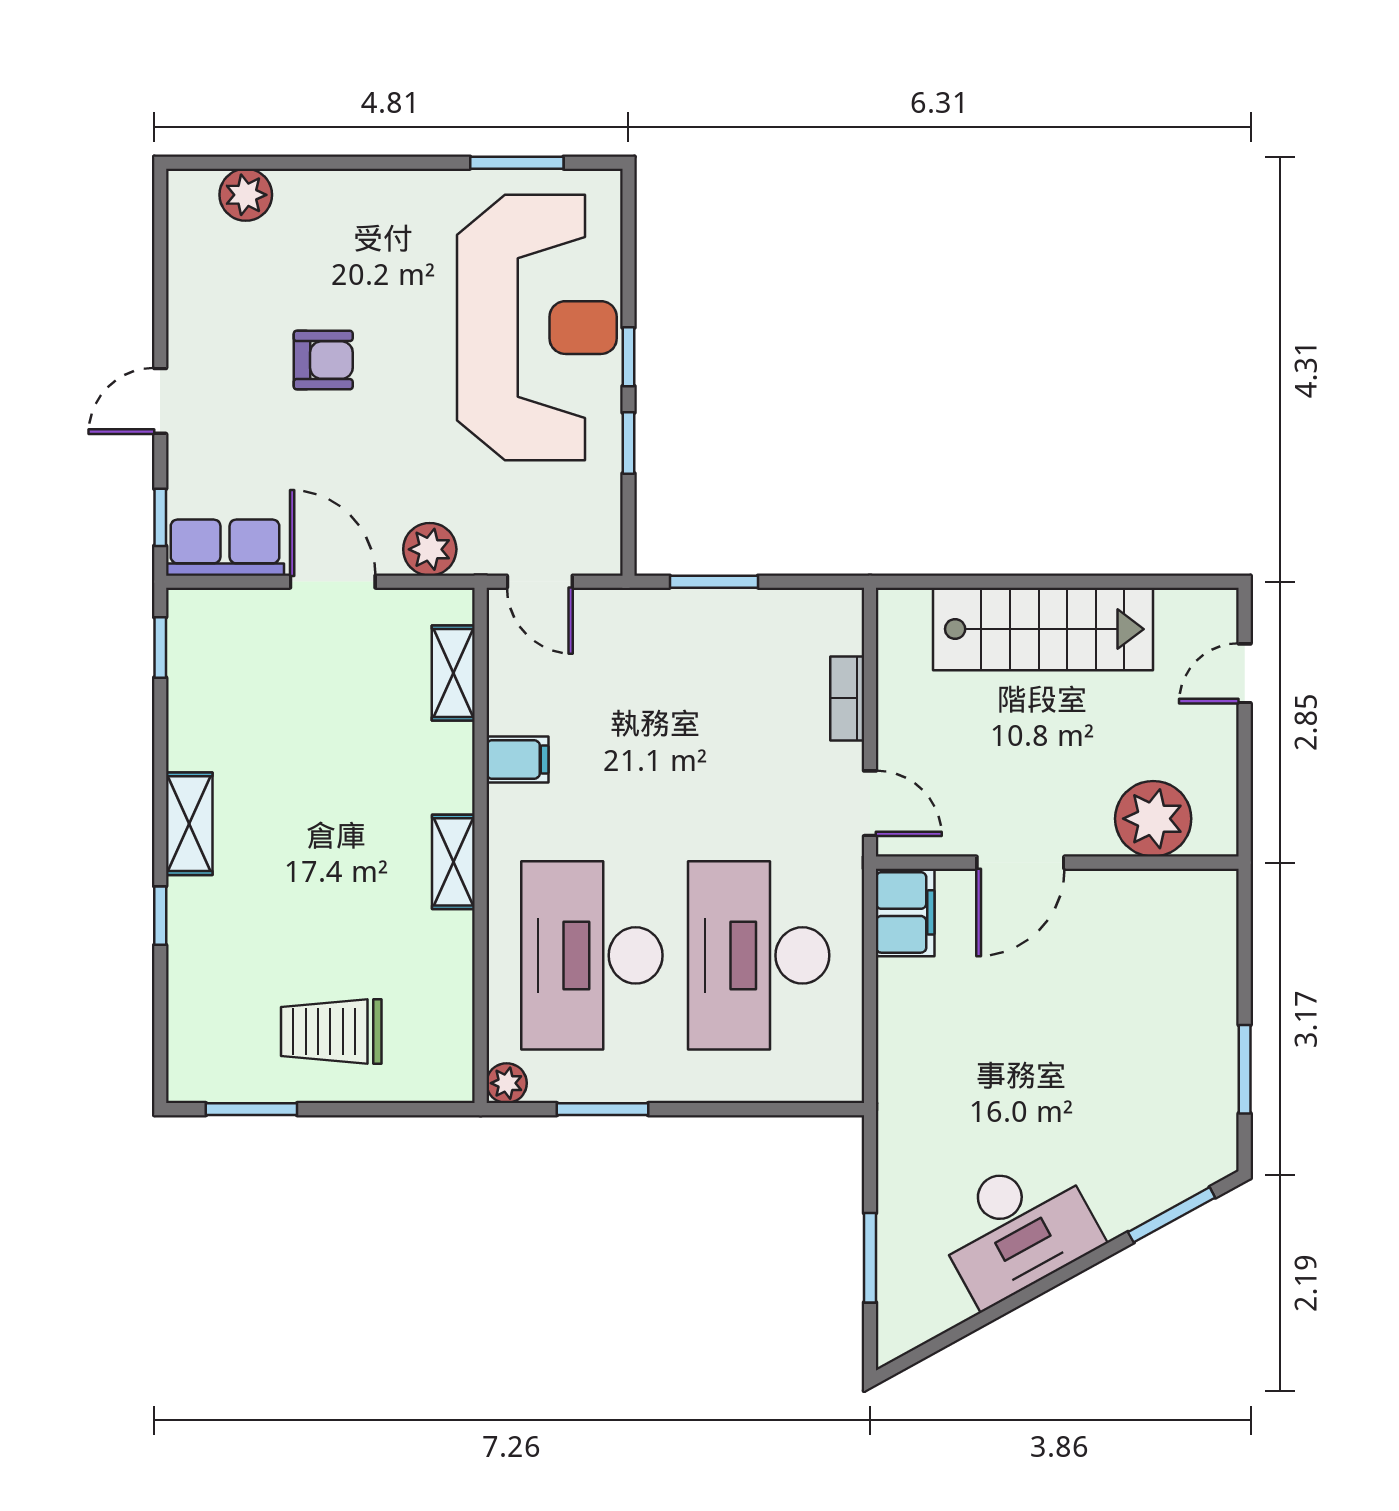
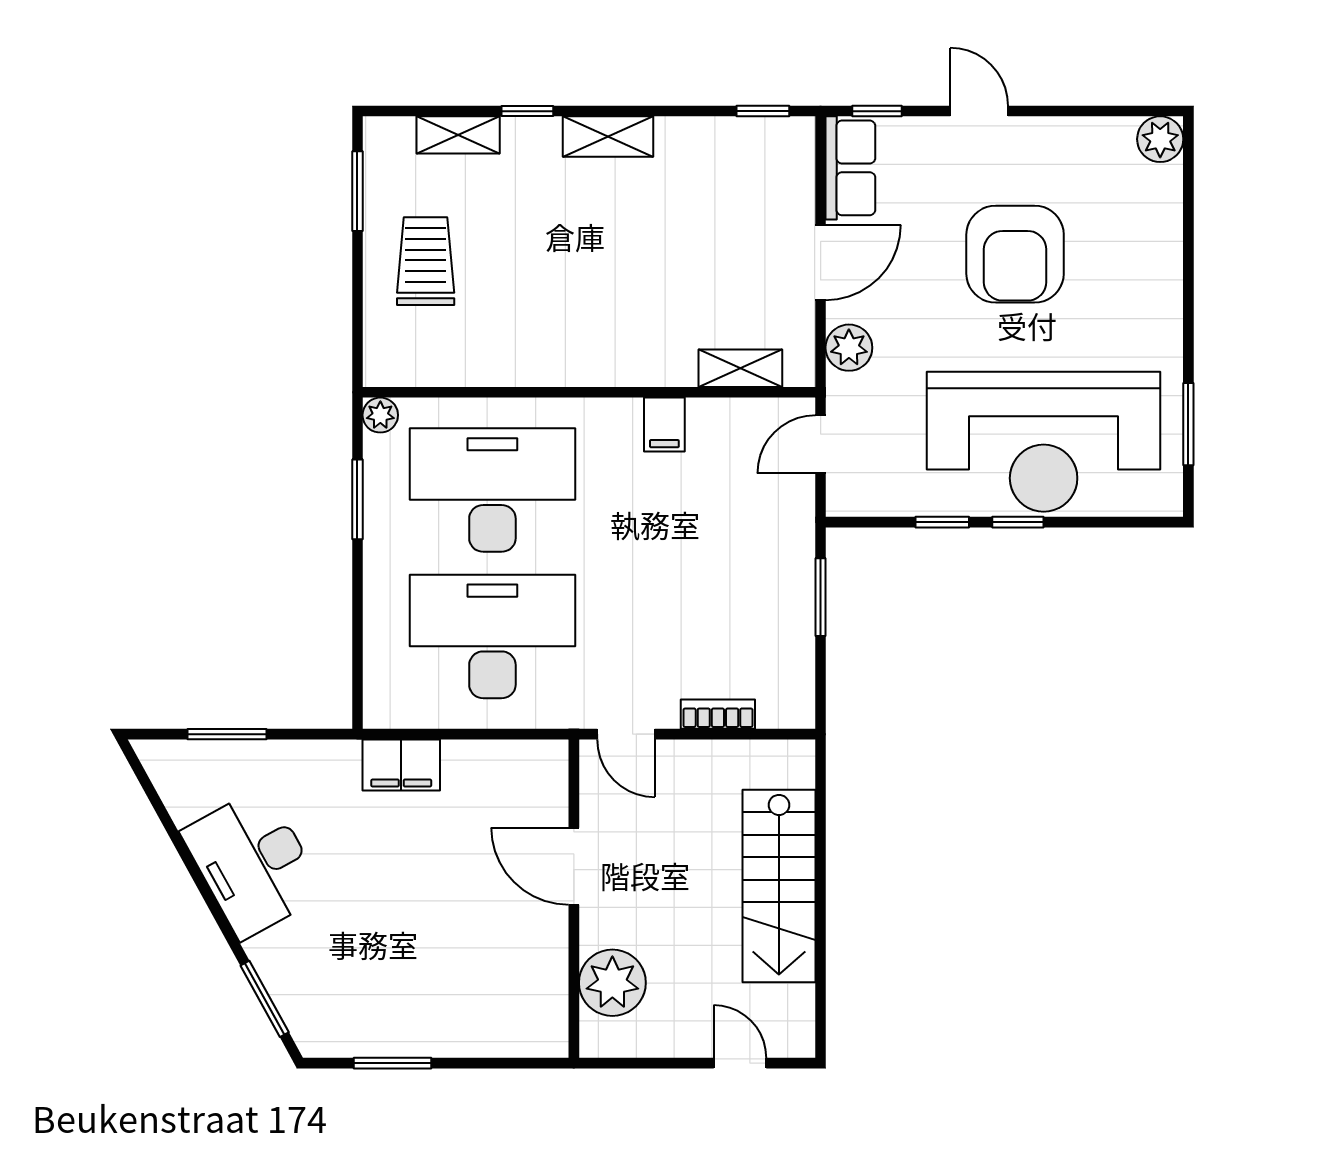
plant: (246, 195) -> (1160, 139), moved
armchair: (323, 360) -> (1015, 254), width x1.88, depth x1.88
door: (870, 803) -> (626, 734), hinge flipped
shelving: (453, 862) -> (458, 135), moved
filing cabinet: (905, 912) -> (401, 765), moved

